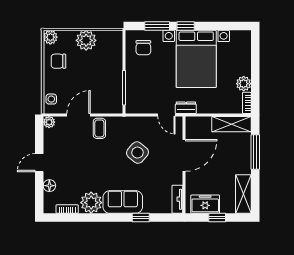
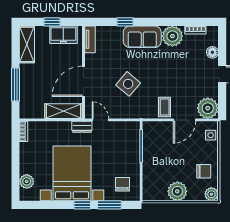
plant: (244, 84) -> (27, 181), moved
plant: (49, 122) -> (208, 108), width x1.87, depth x1.87
shelving: (232, 124) -> (64, 111), moved

